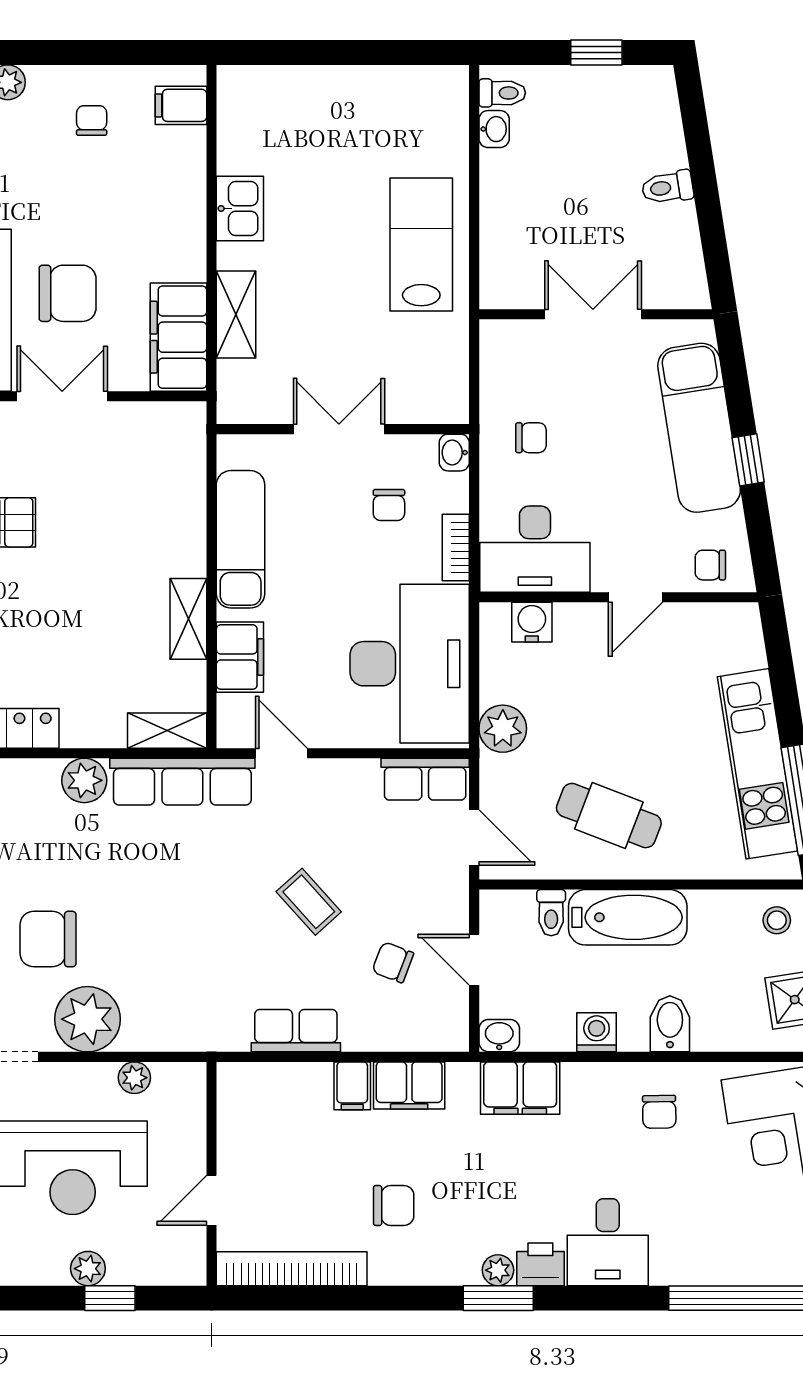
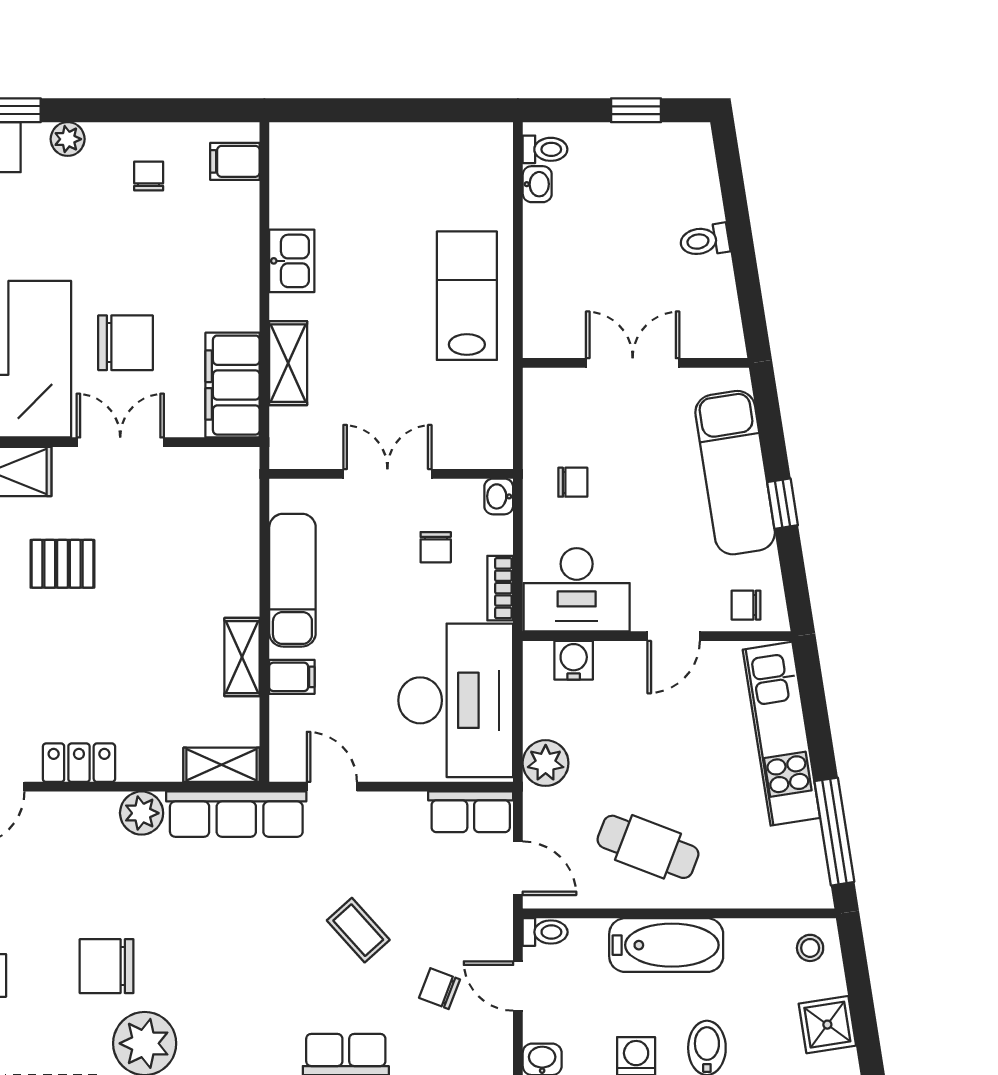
filing cabinet: (240, 657) -> (292, 677), width x0.50
kitchen unit: (757, 764) -> (781, 734), moved
toilet: (551, 913) -> (545, 932), moved, turned -90

